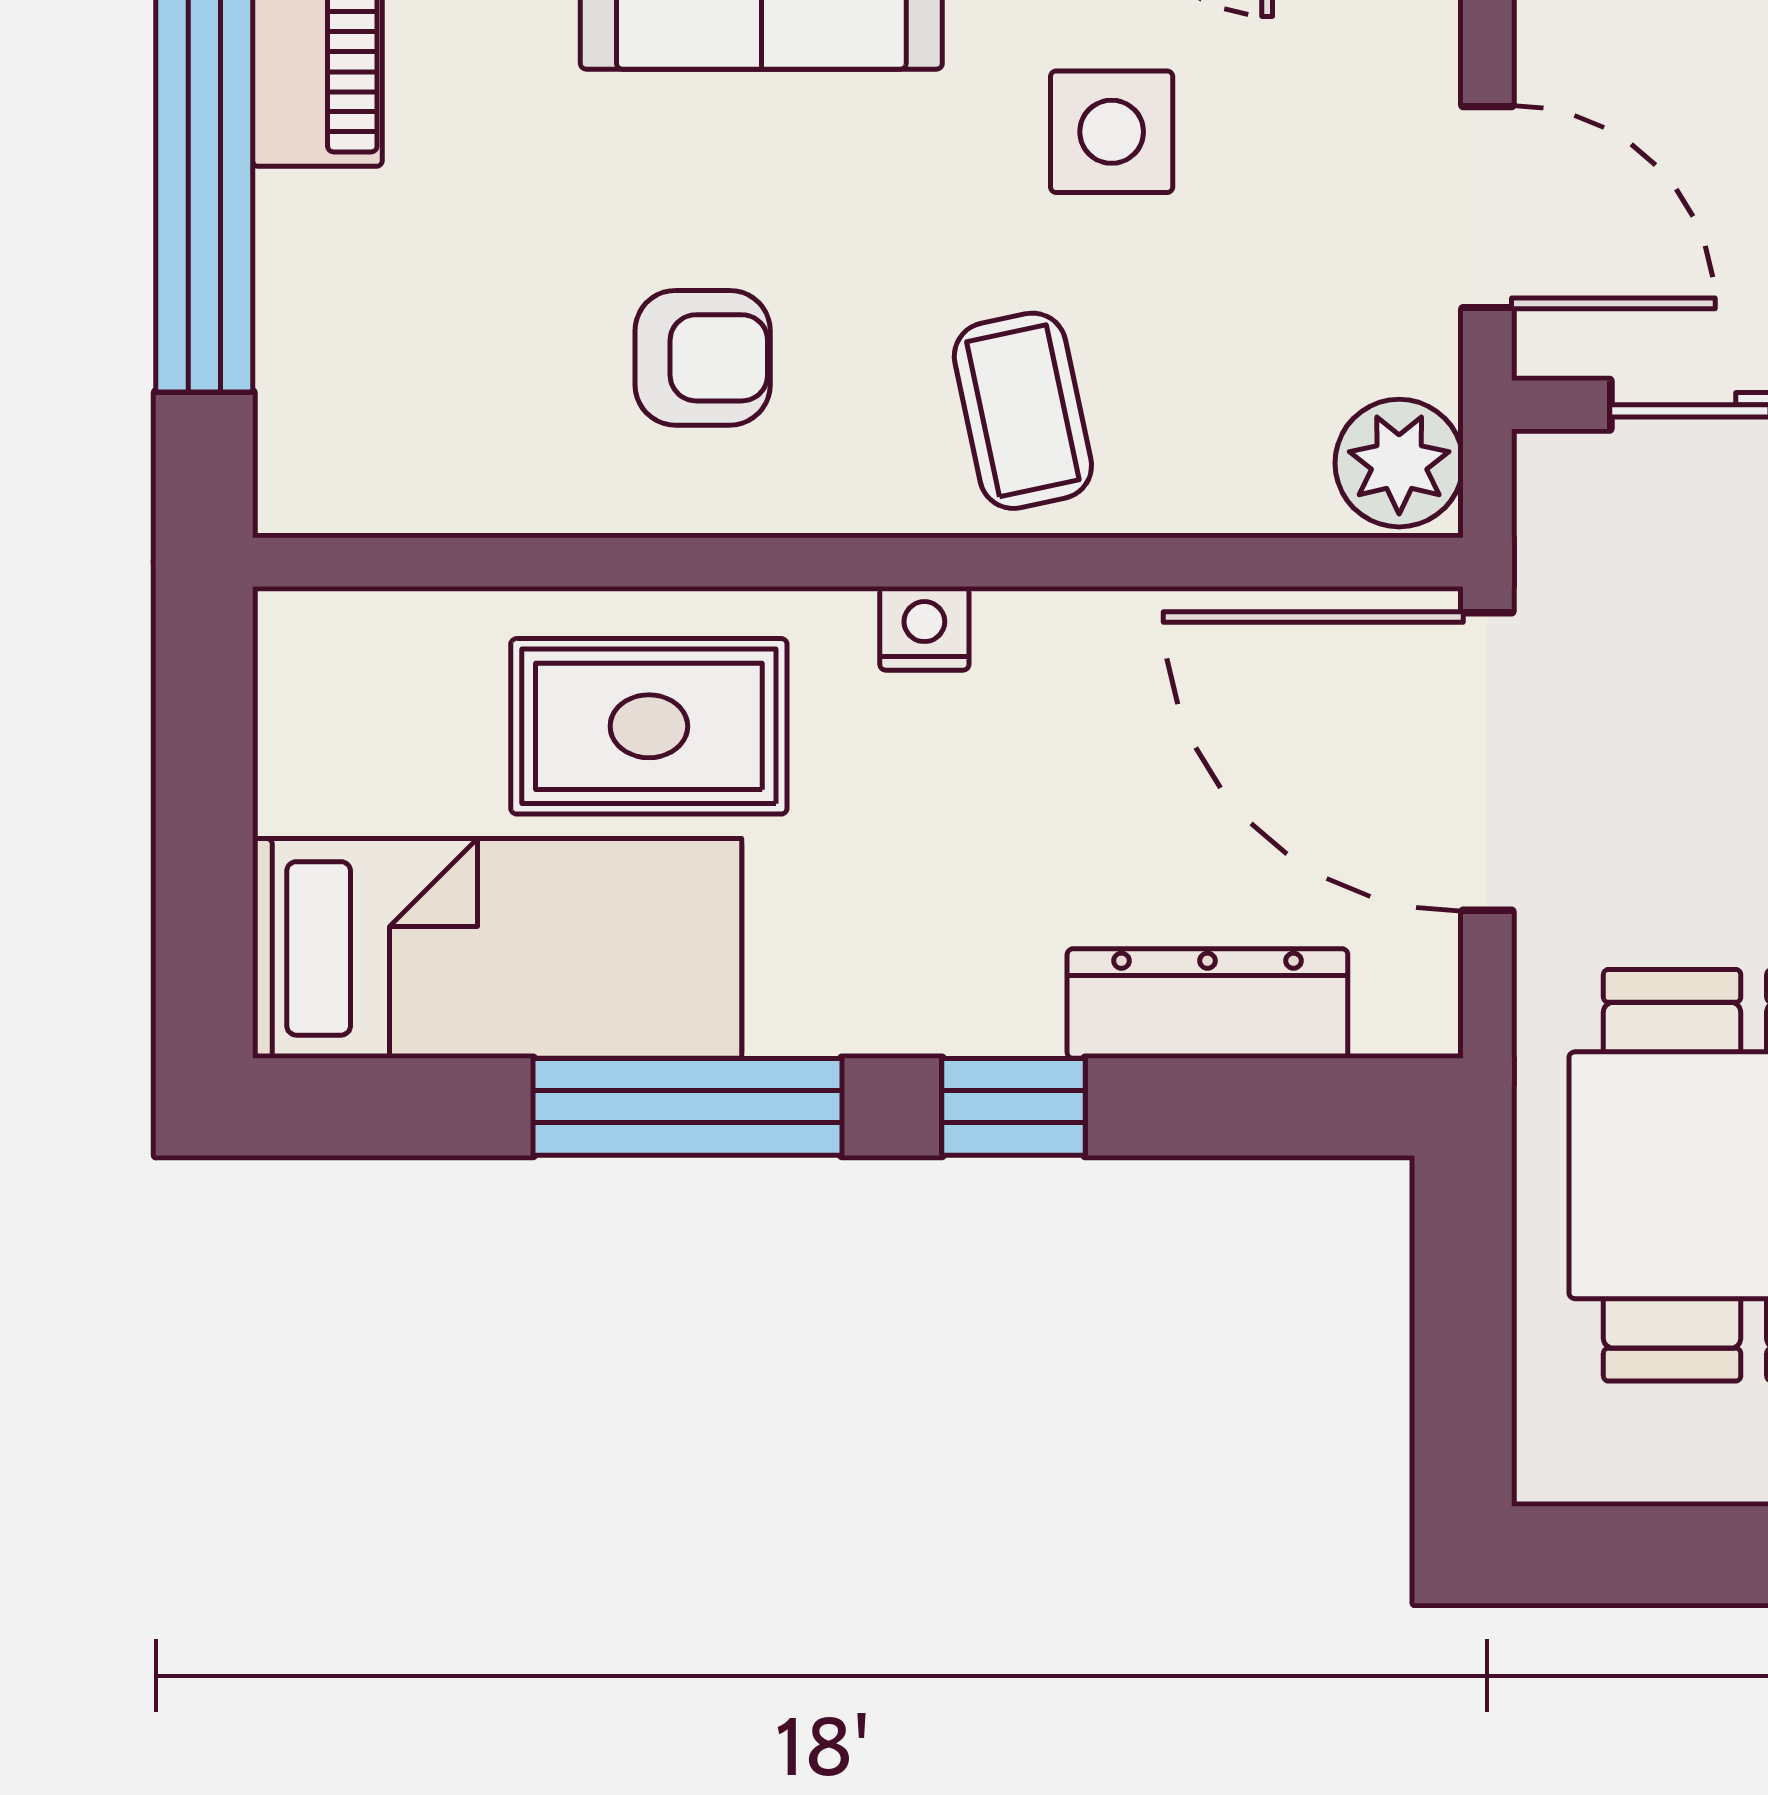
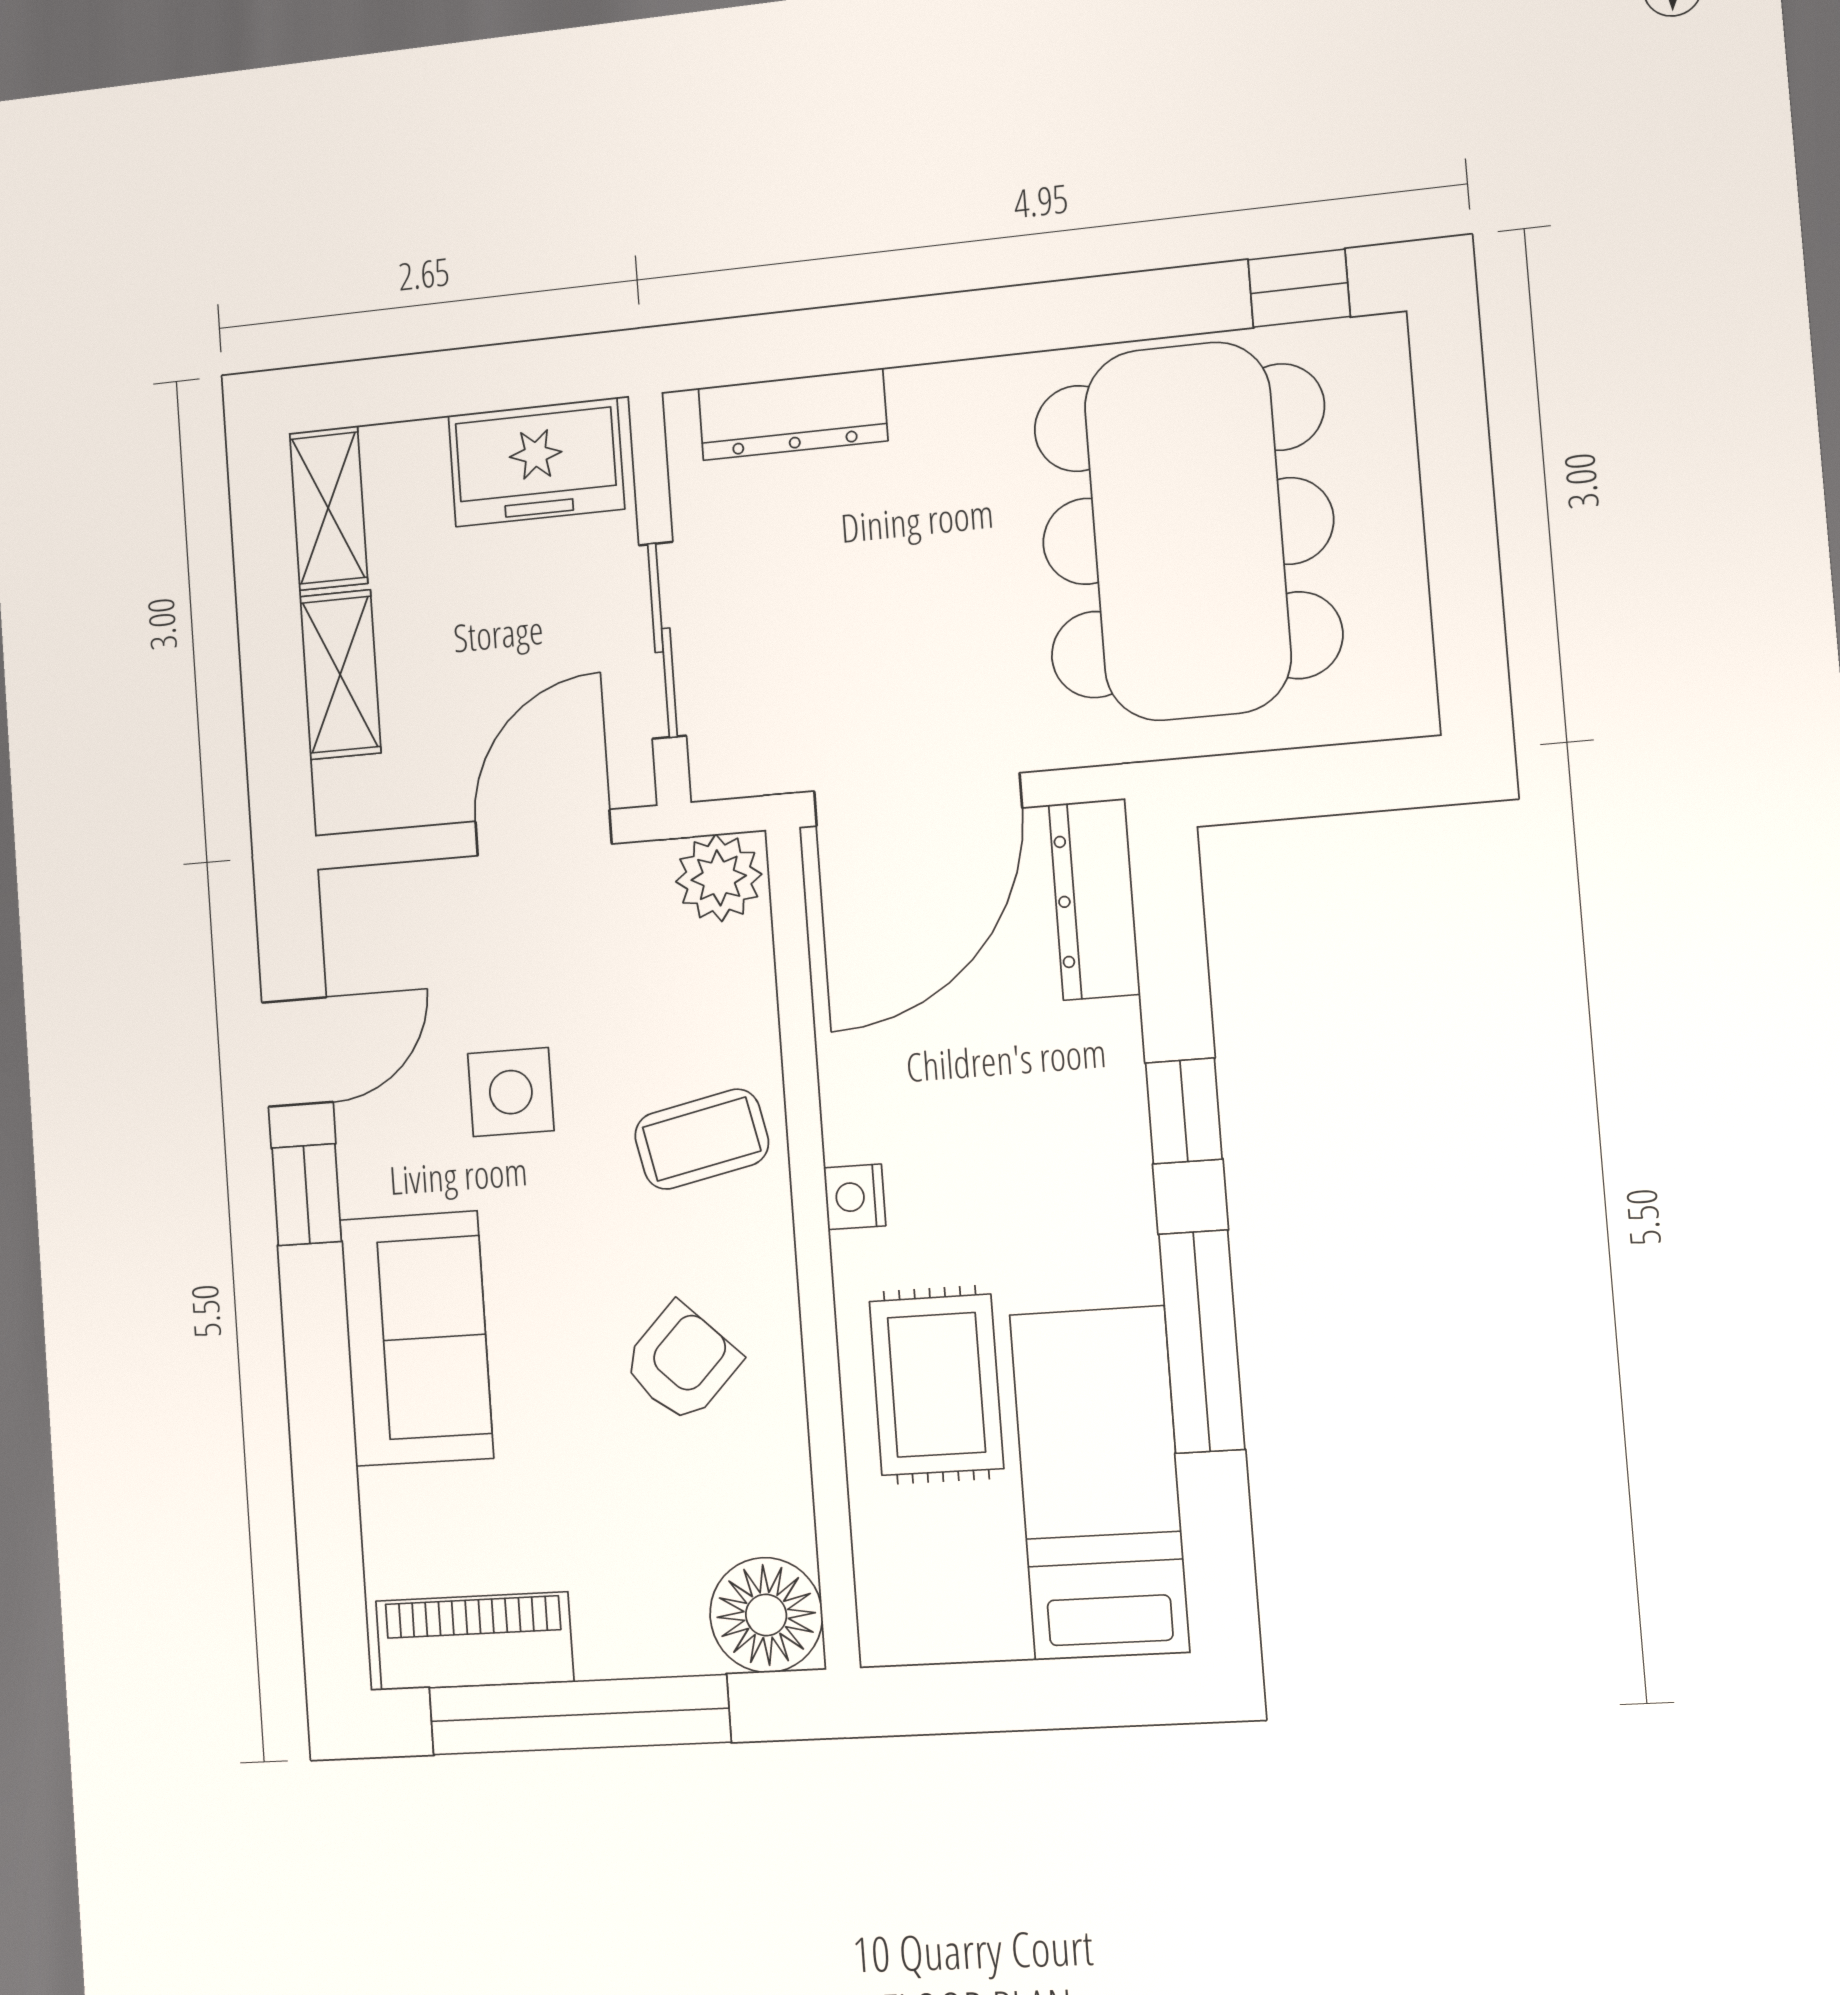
armchair: (703, 358) -> (681, 1363), turned 44
floor lamp: (335, 456) -> (766, 1615), added
dresser: (1207, 1004) -> (1094, 899), moved

